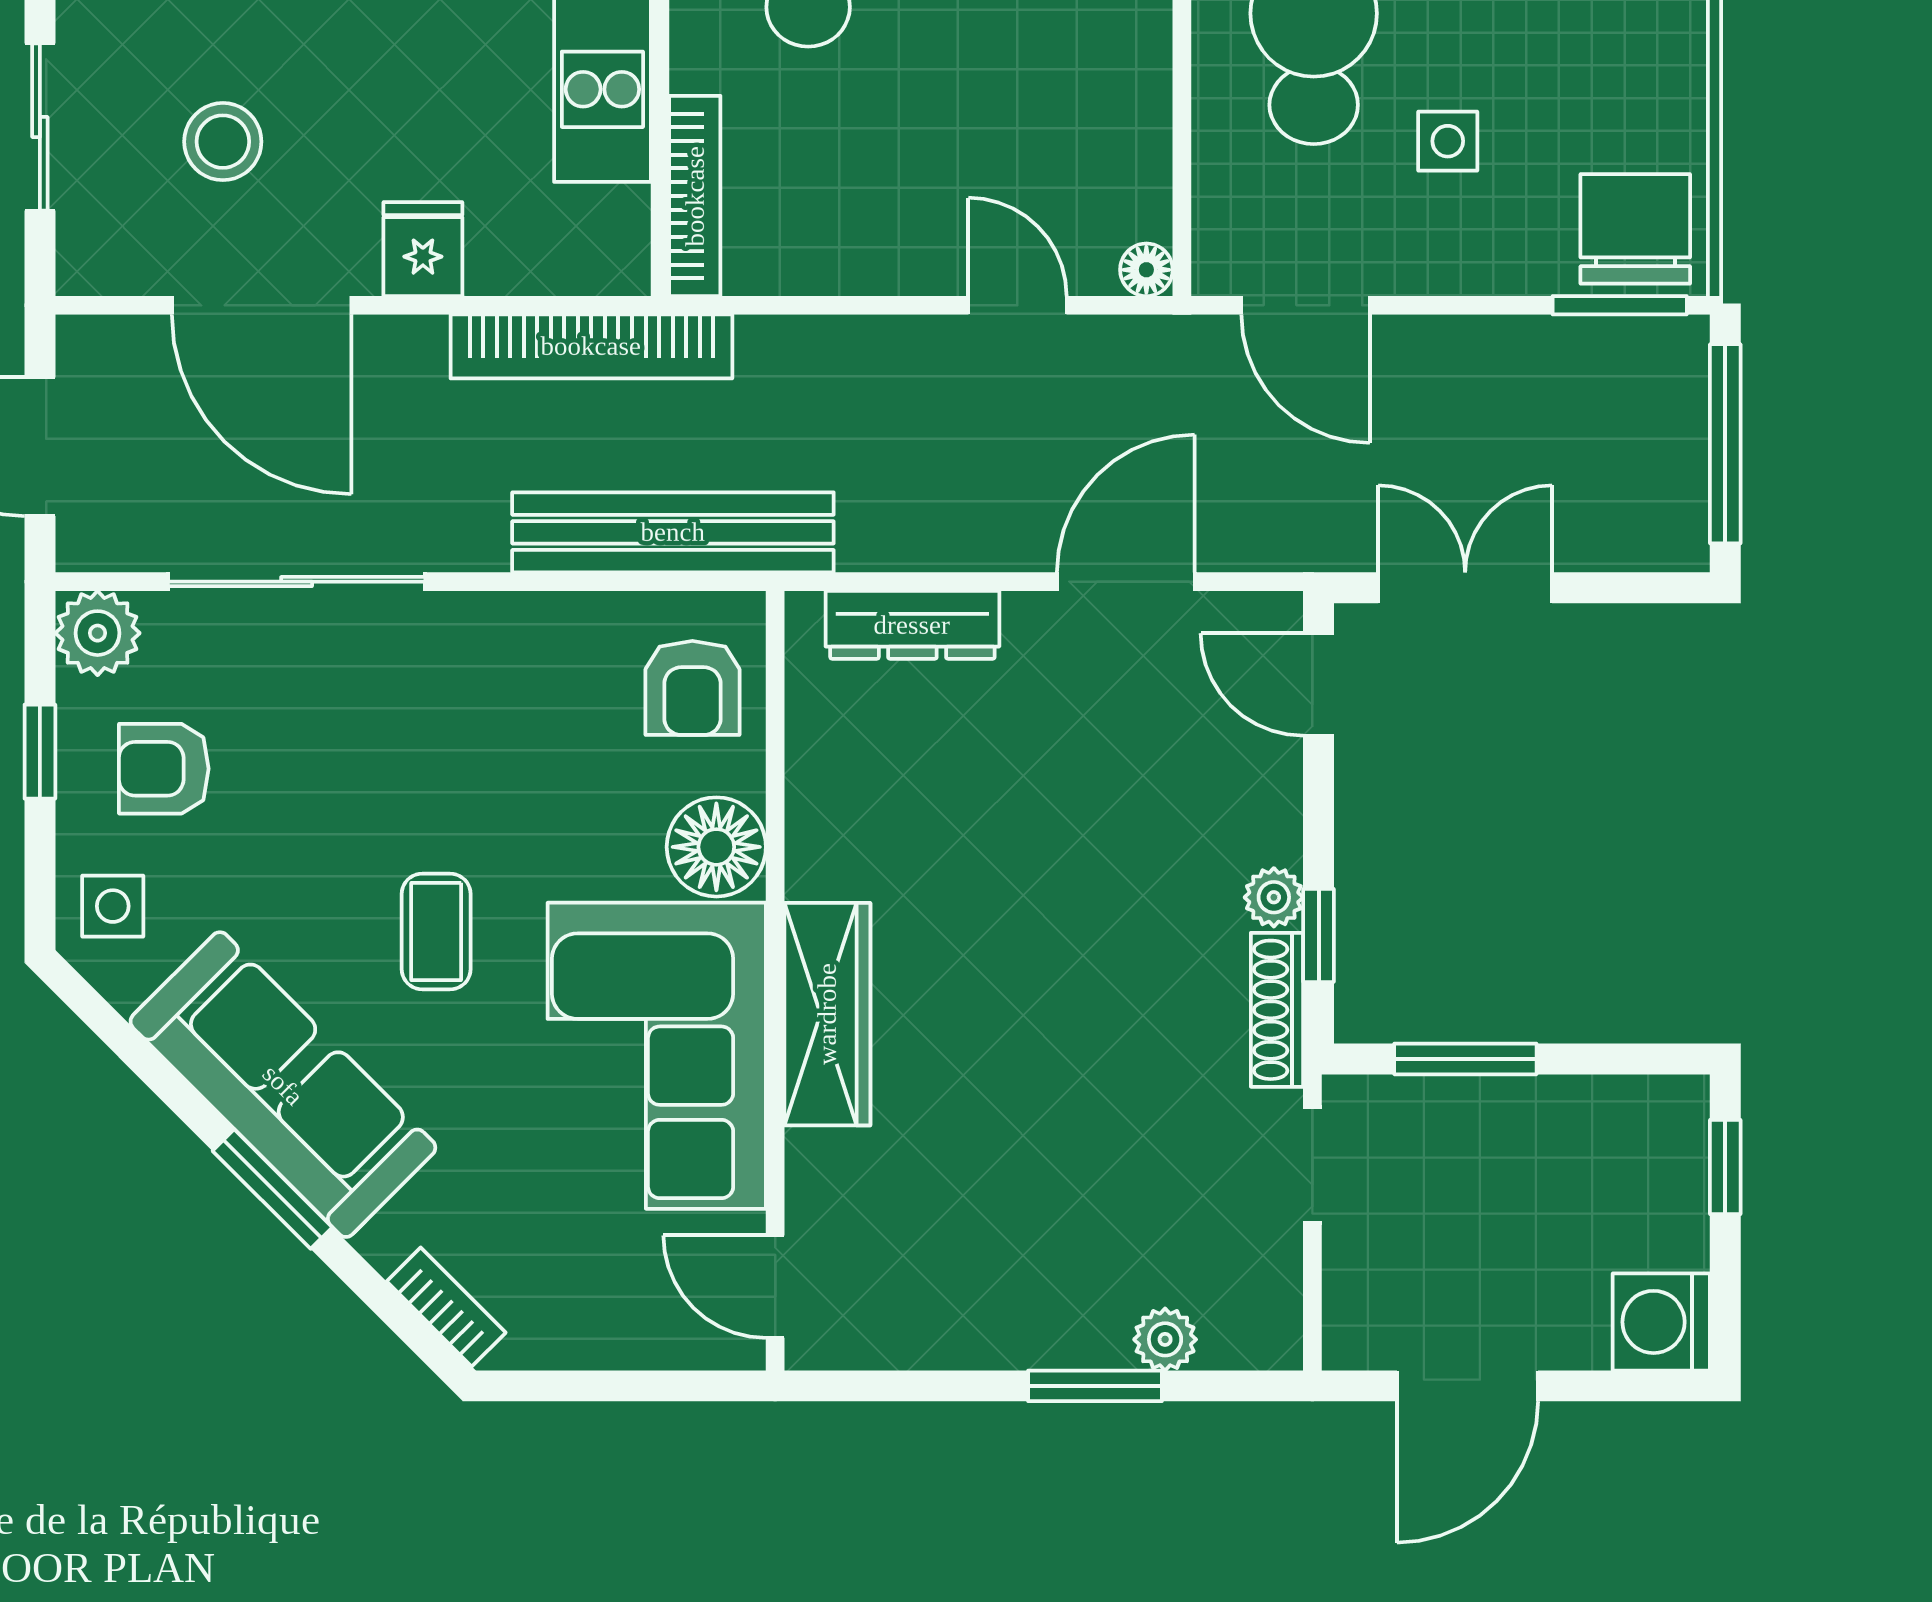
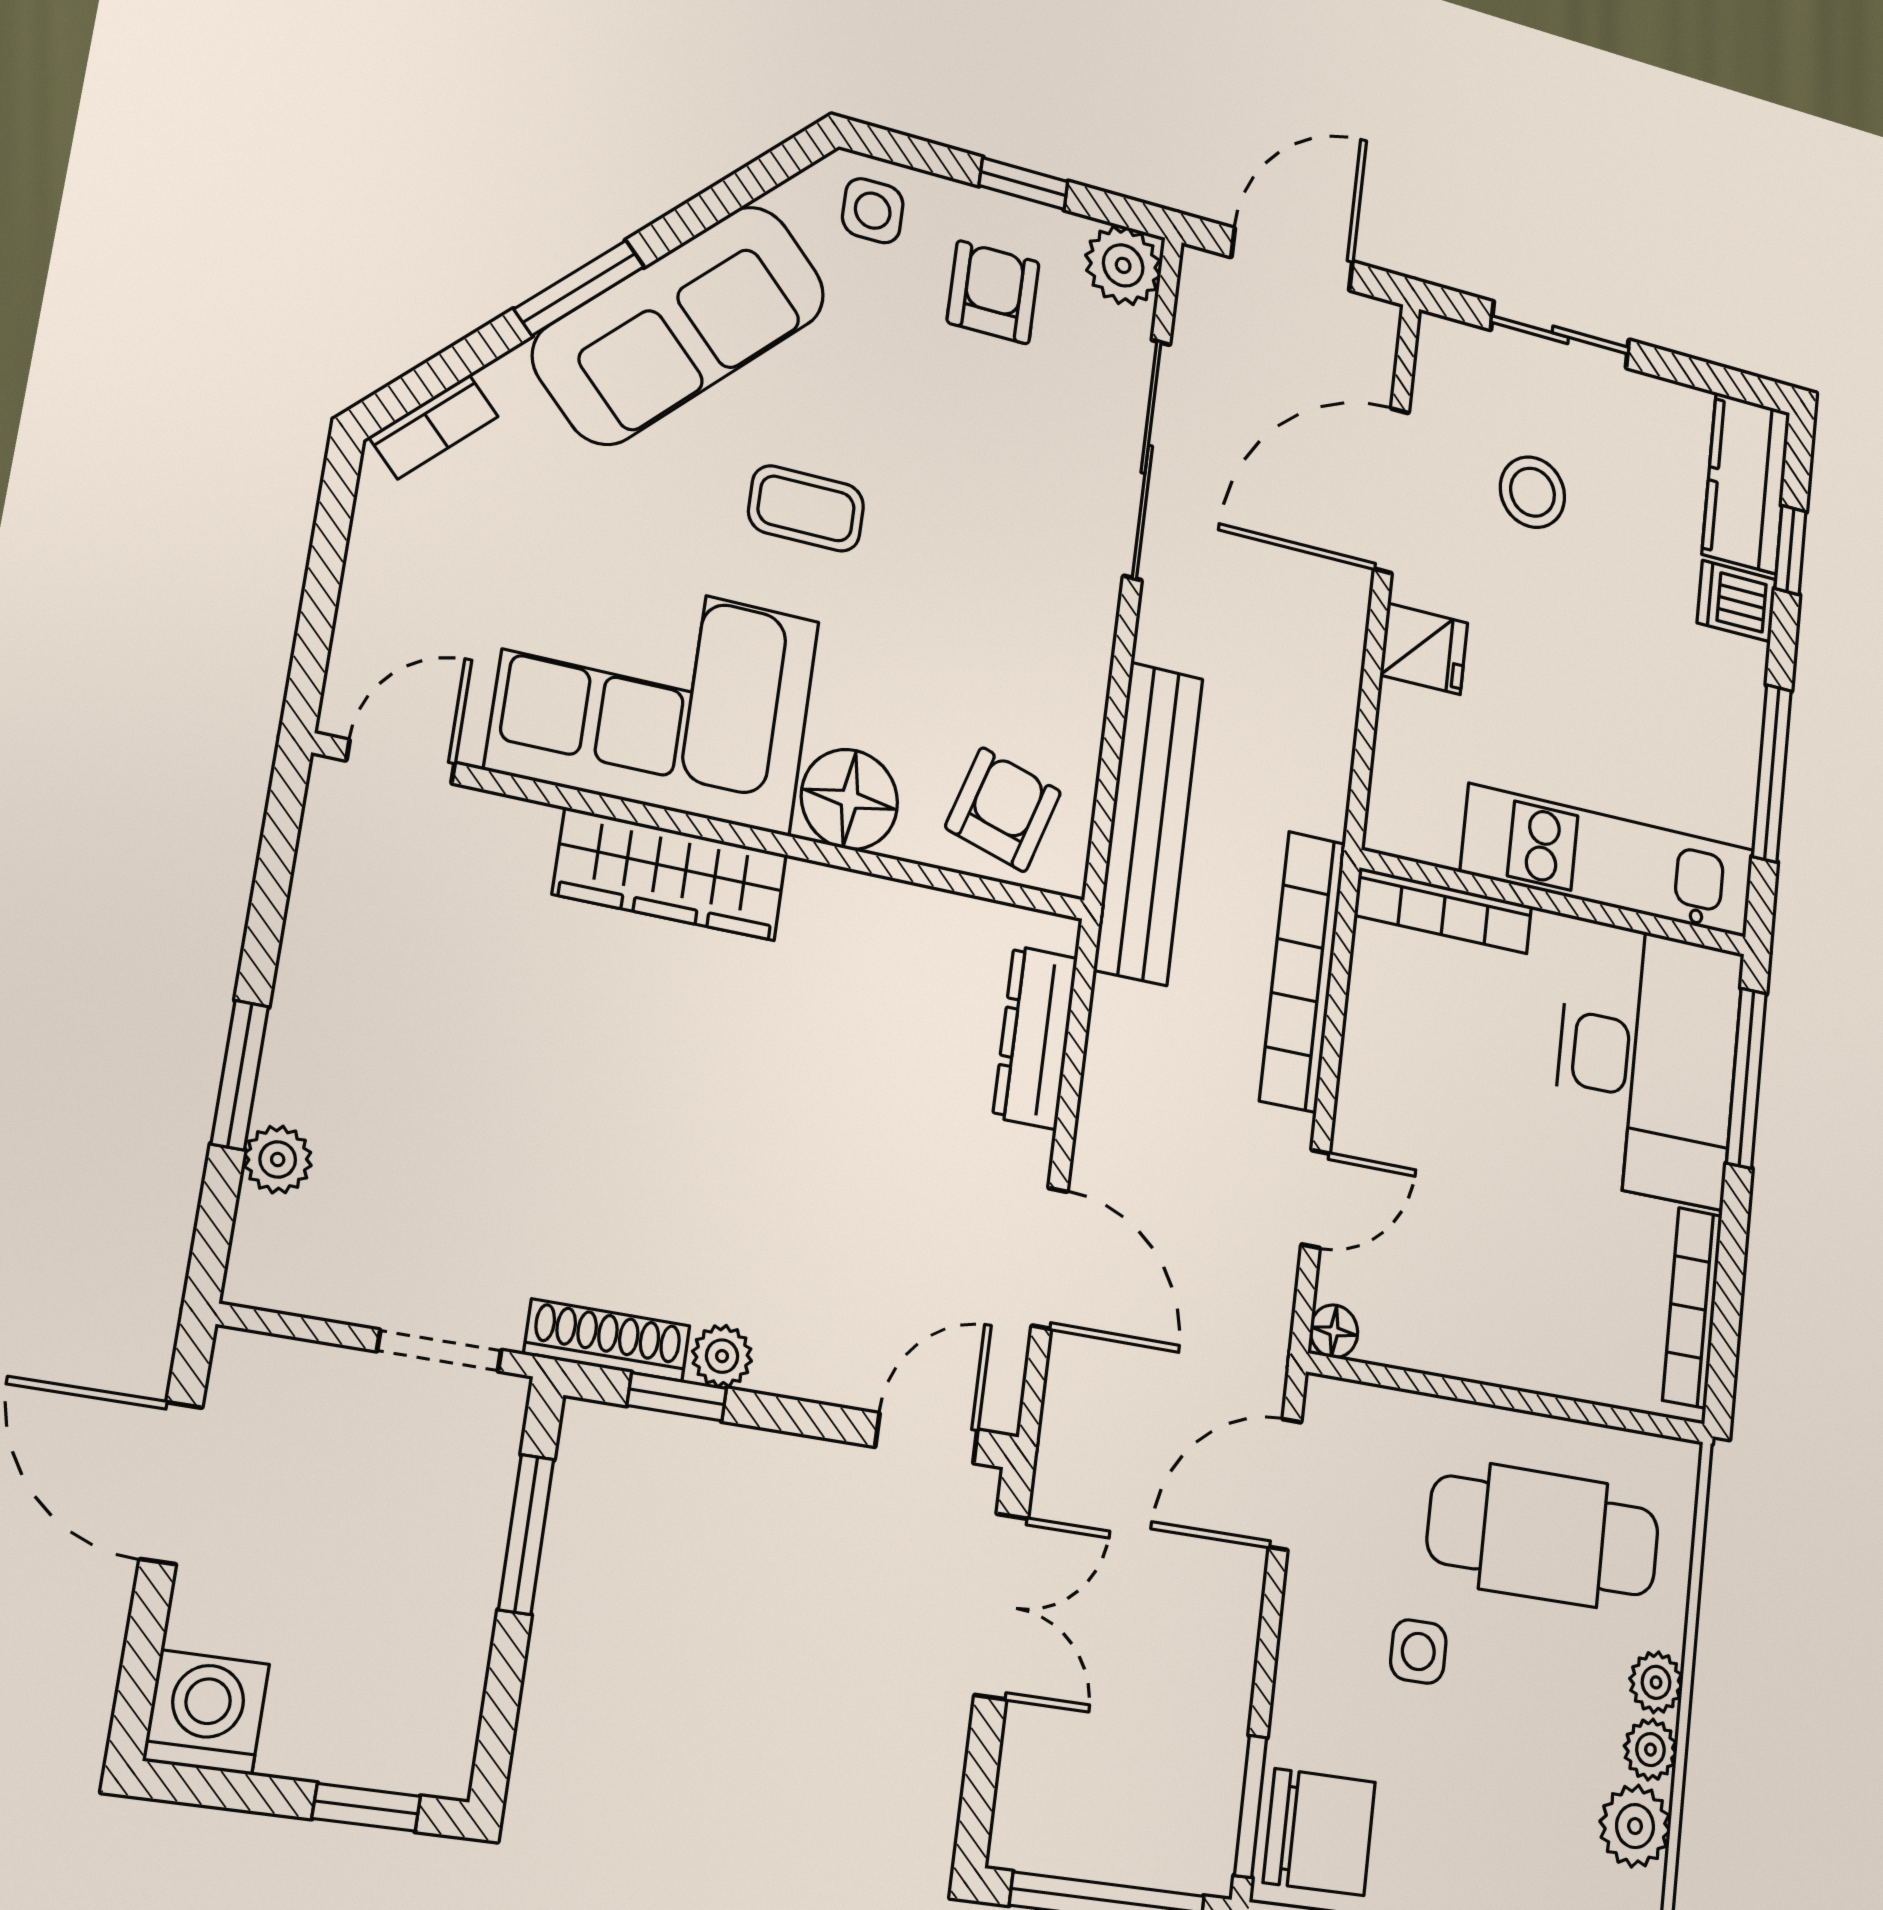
bookcase: (591, 346) -> (1303, 971), moved
armchair: (692, 688) -> (1003, 810), turned 107

